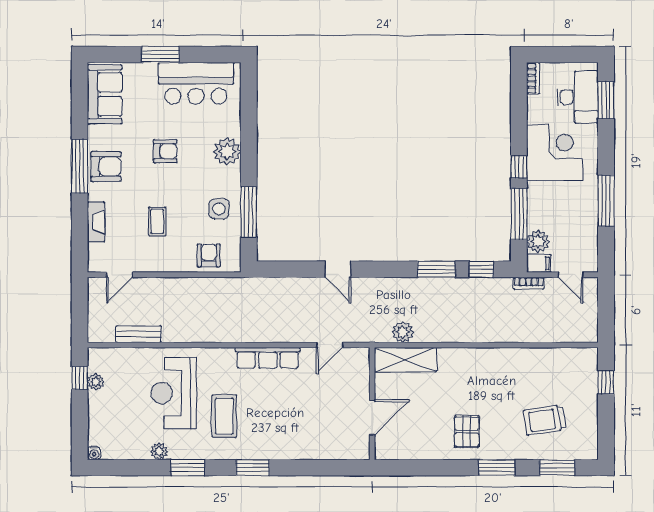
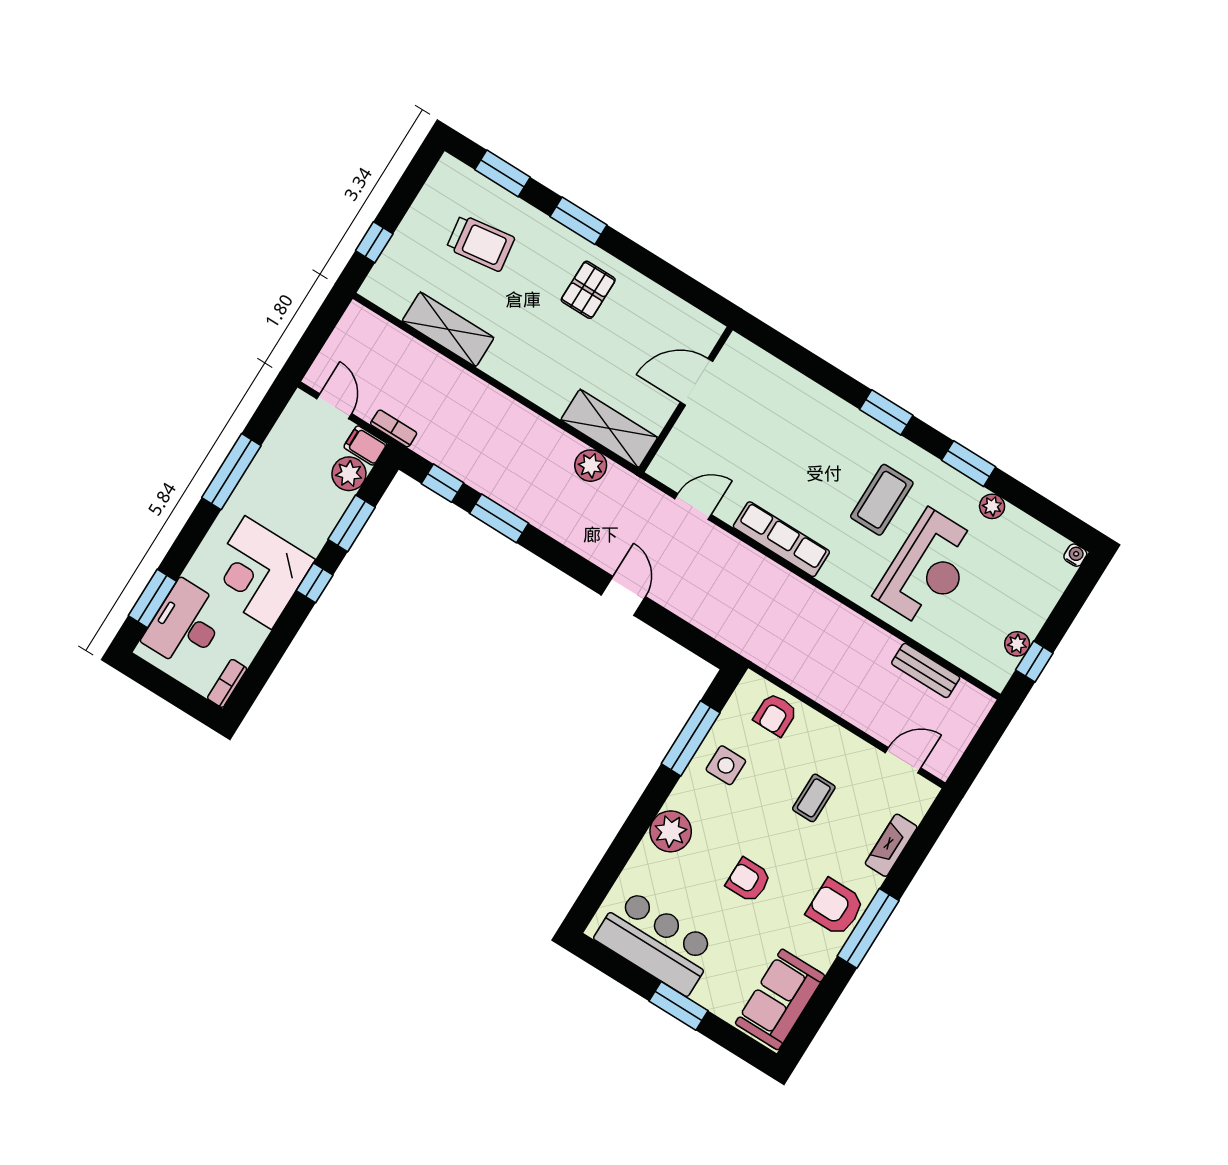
window: (519, 214) -> (352, 523), width x0.69
shelving: (533, 359) -> (448, 329), added

